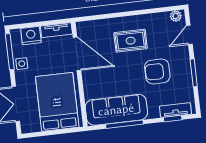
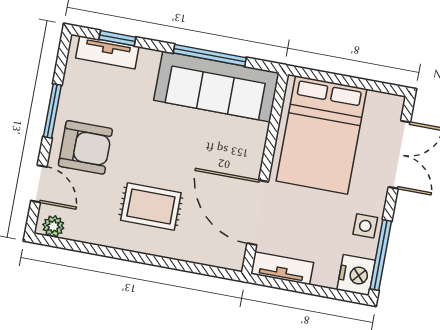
door: (189, 35) -> (39, 184), hinge flipped
nightstand: (31, 36) -> (356, 275), moved, turned -90
armchair: (157, 71) -> (85, 147), moved

